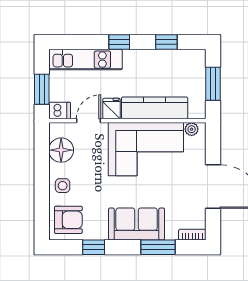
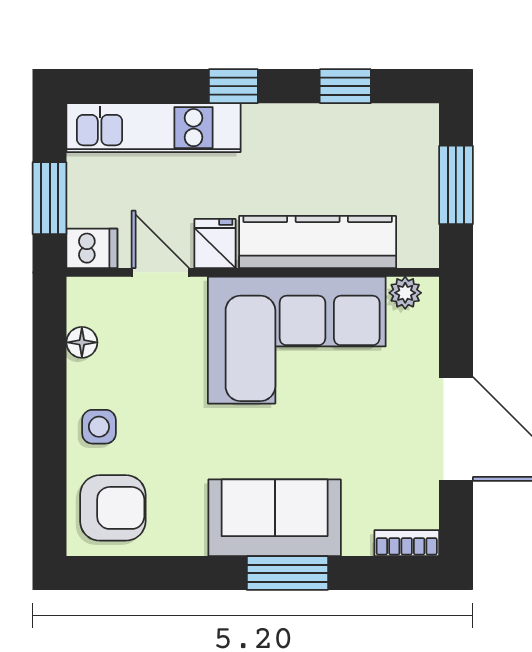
door: (88, 121) -> (160, 272), hinge flipped
floor lamp: (61, 150) -> (82, 342), width x0.53, depth x0.53
window: (94, 247) -> (173, 573), removed
window: (158, 247) -> (287, 573), moved

